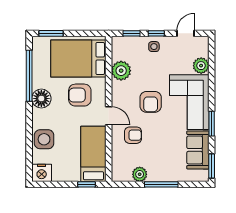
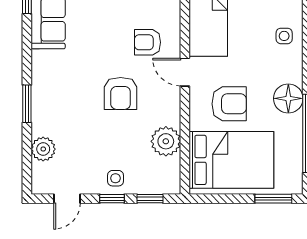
armchair: (151, 102) -> (121, 93), turned 180
corner sofa: (189, 102) -> (61, 93), removed
window: (212, 124) -> (27, 104), moved
side table: (44, 139) -> (284, 36), width x0.54, depth x0.54

